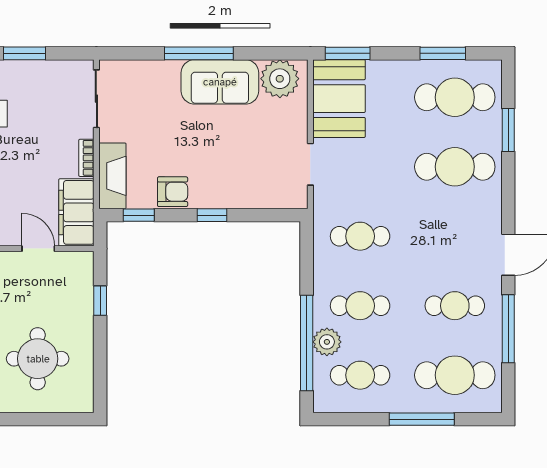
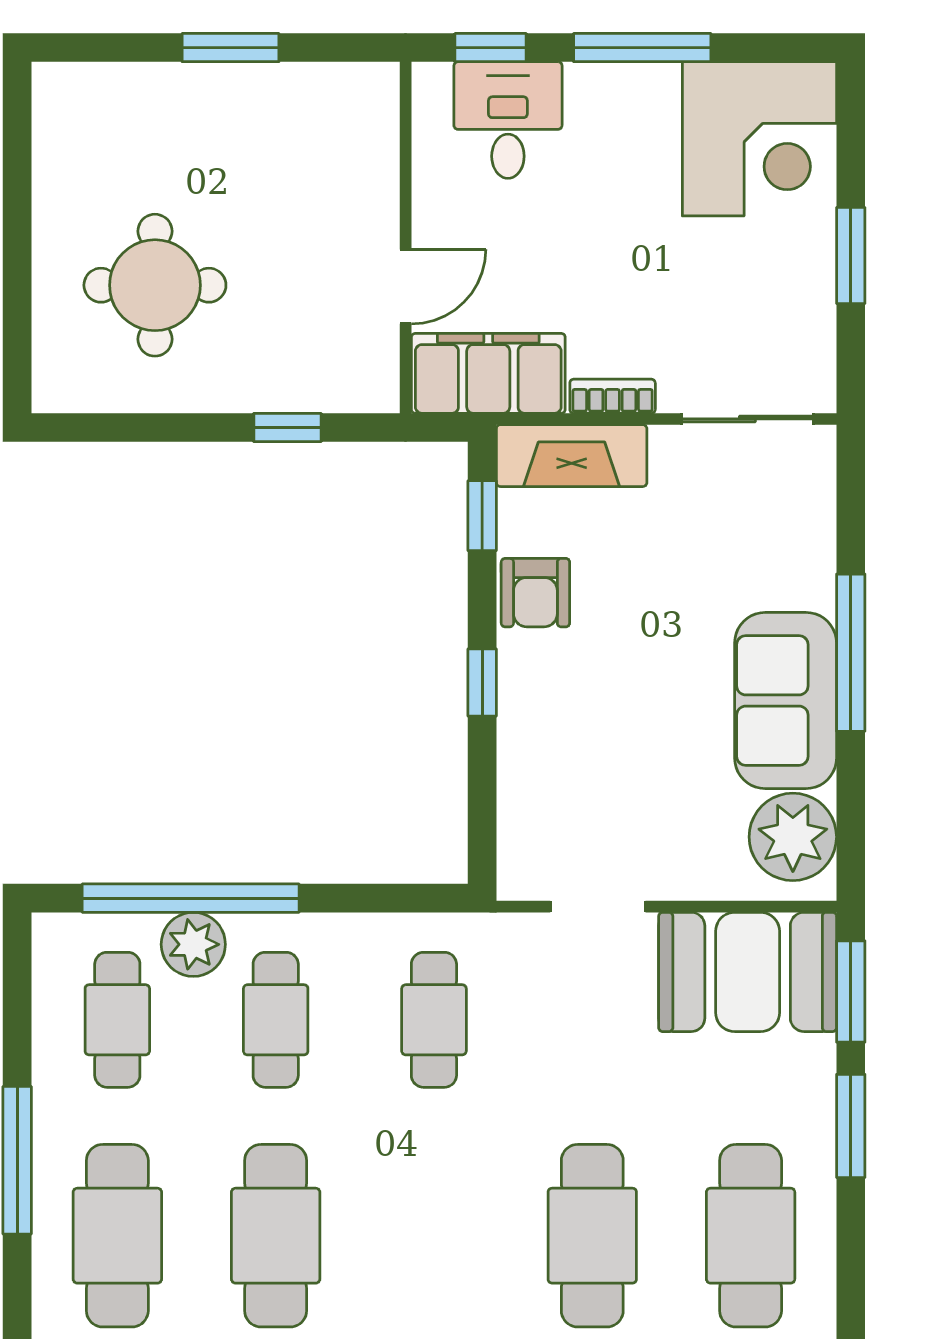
window: (443, 53) -> (851, 1126), moved
cafe table: (455, 306) -> (276, 1236), width x1.37, depth x1.35

